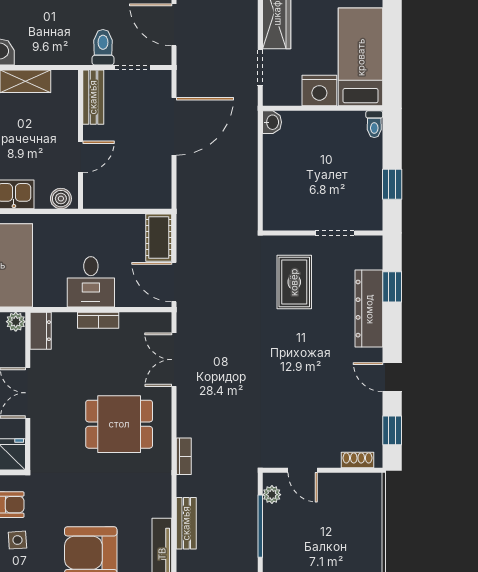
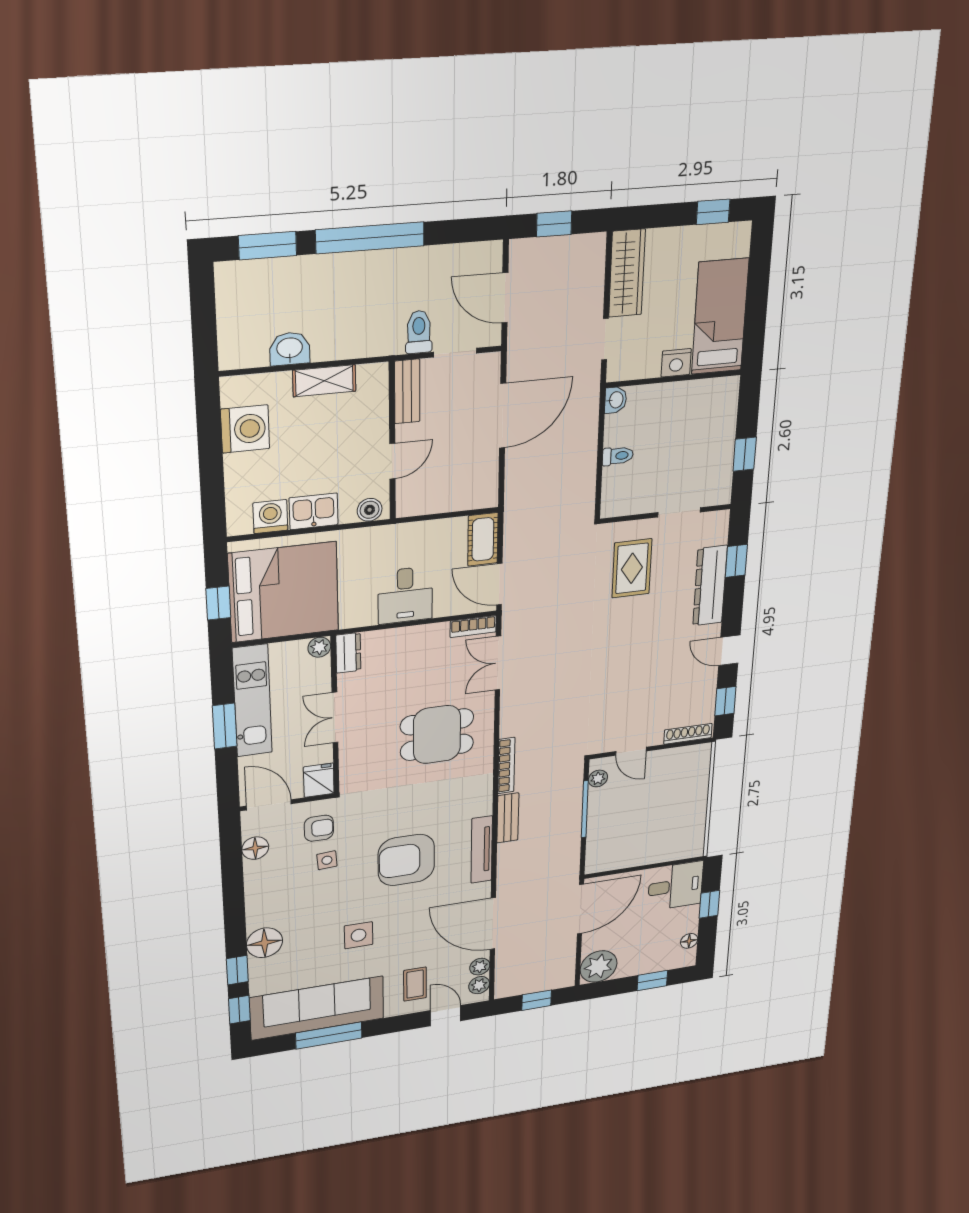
nightstand: (319, 90) -> (676, 363), width x0.74, depth x0.75
toilet: (374, 124) -> (618, 456), moved, turned -90
bookcase: (98, 320) -> (473, 627), moved
bookcase: (184, 456) -> (506, 766), width x1.56
shoe rack: (357, 460) -> (688, 734), width x1.43

